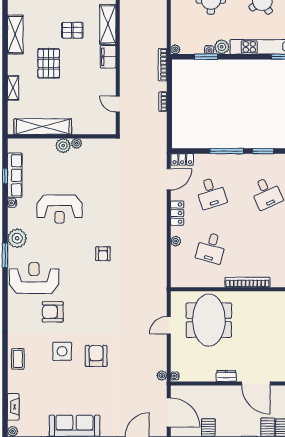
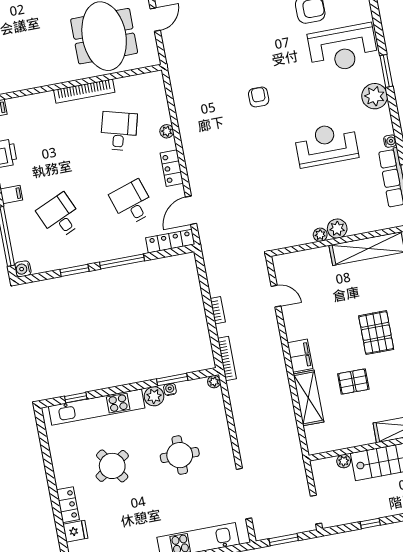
locker: (182, 159) -> (170, 241), width x1.53
bookcase: (247, 282) -> (84, 91), moved

